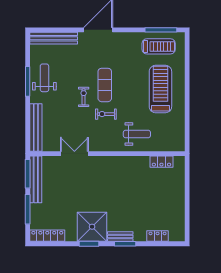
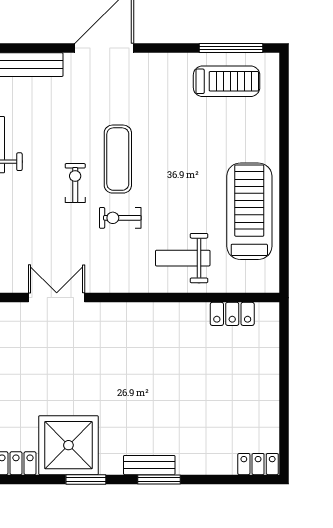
treadmill: (160, 89) -> (249, 211), moved
weight bench: (137, 134) -> (183, 258), turned 180
shower: (92, 227) -> (68, 445), moved
locker: (158, 236) -> (258, 464), moved

